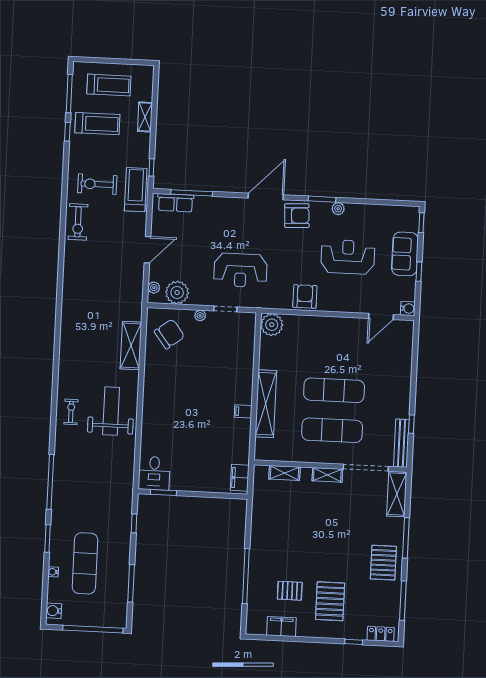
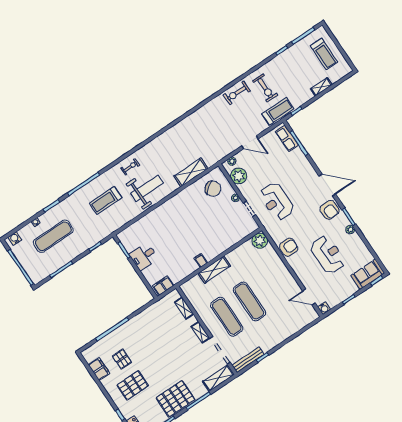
treadmill: (97, 124) -> (106, 200), moved, turned 90
exercise bike: (97, 184) -> (265, 88), turned 180
sofa: (405, 254) -> (368, 274), moved
shelving: (266, 404) -> (214, 270), width x0.68
desk: (154, 473) -> (144, 256), moved
pallet: (383, 563) -> (175, 399), width x1.37, depth x1.41

